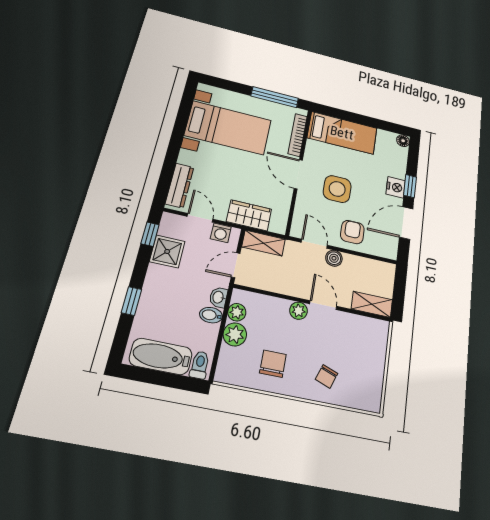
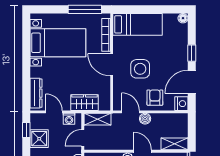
nightstand: (396, 187) -> (181, 104), moved

